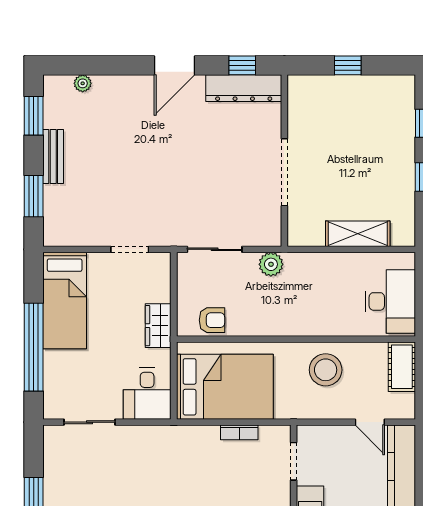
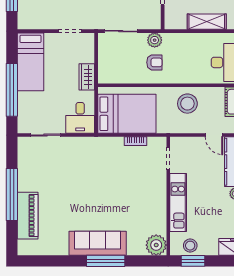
armchair: (212, 320) -> (154, 62), moved

